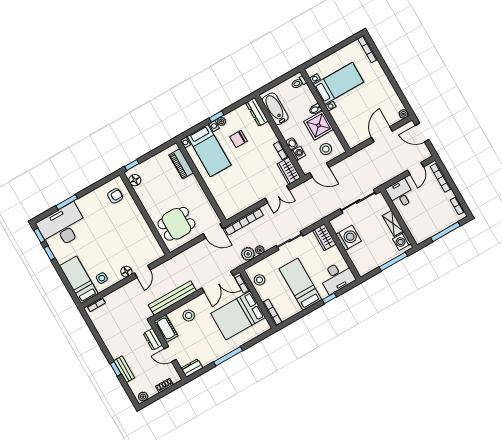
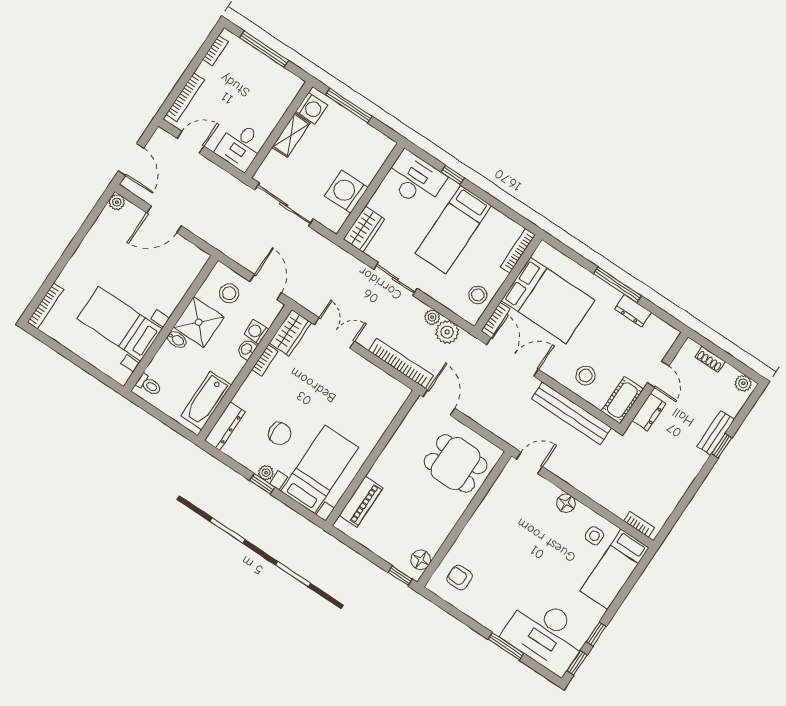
door: (142, 271) -> (529, 463), moved
dresser: (192, 368) -> (633, 311), moved

